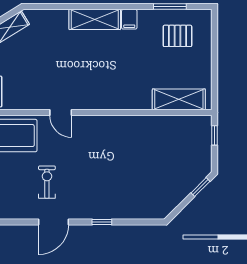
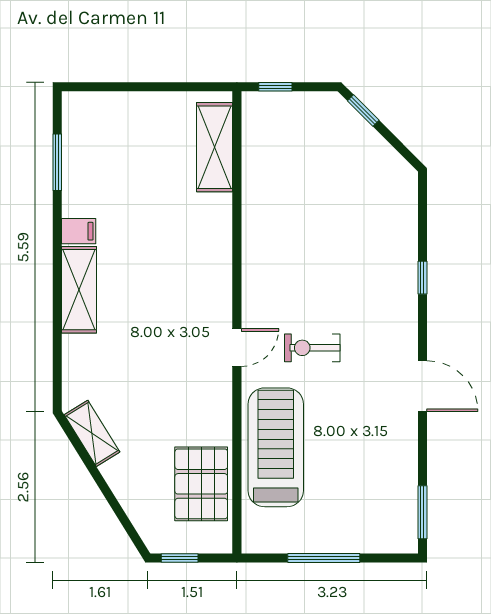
pallet: (177, 36) -> (107, 150), removed
exercise bike: (47, 182) -> (312, 348), moved
door: (54, 222) -> (422, 386), moved

